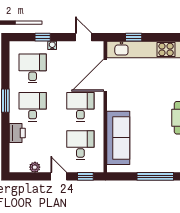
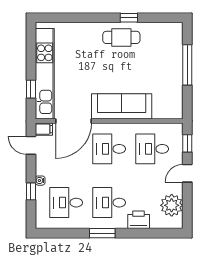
door: (83, 37) -> (31, 145), hinge flipped
filing cabinet: (98, 49) -> (44, 129), added
door: (105, 75) -> (74, 121), hinge flipped
sofa: (118, 138) -> (122, 106), moved
plant: (35, 167) -> (172, 205), width x1.87, depth x1.87

